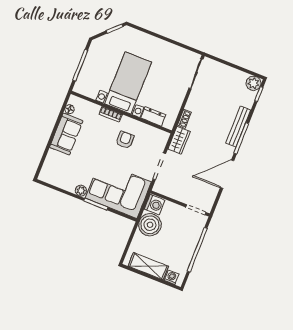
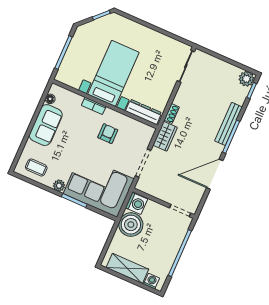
dresser: (153, 116) -> (144, 112), width x1.44
coffee table: (59, 174) -> (36, 167), added

